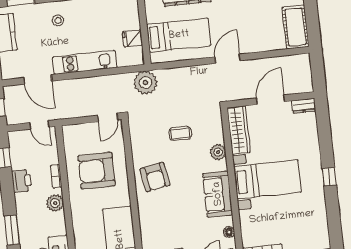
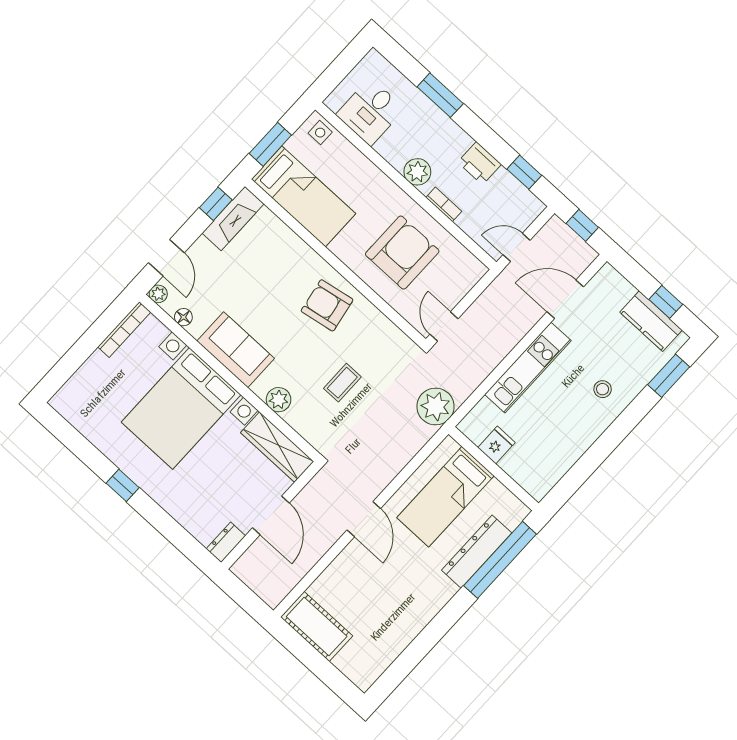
bed with nightstands: (268, 179) -> (181, 408), width x1.36

